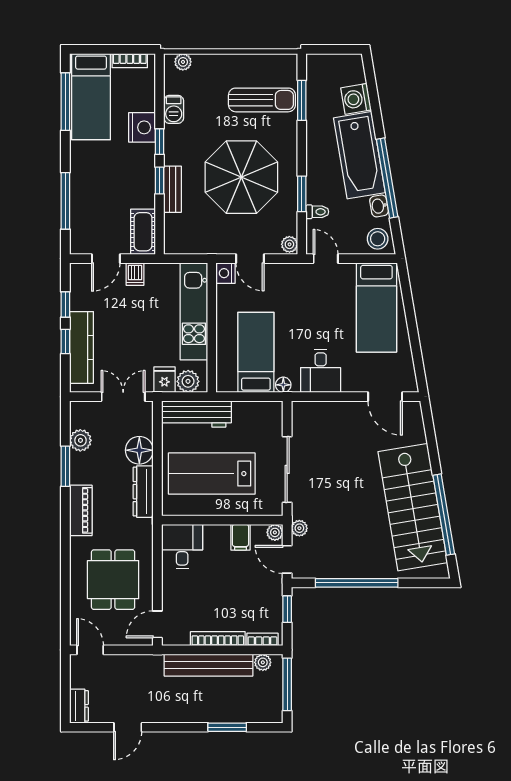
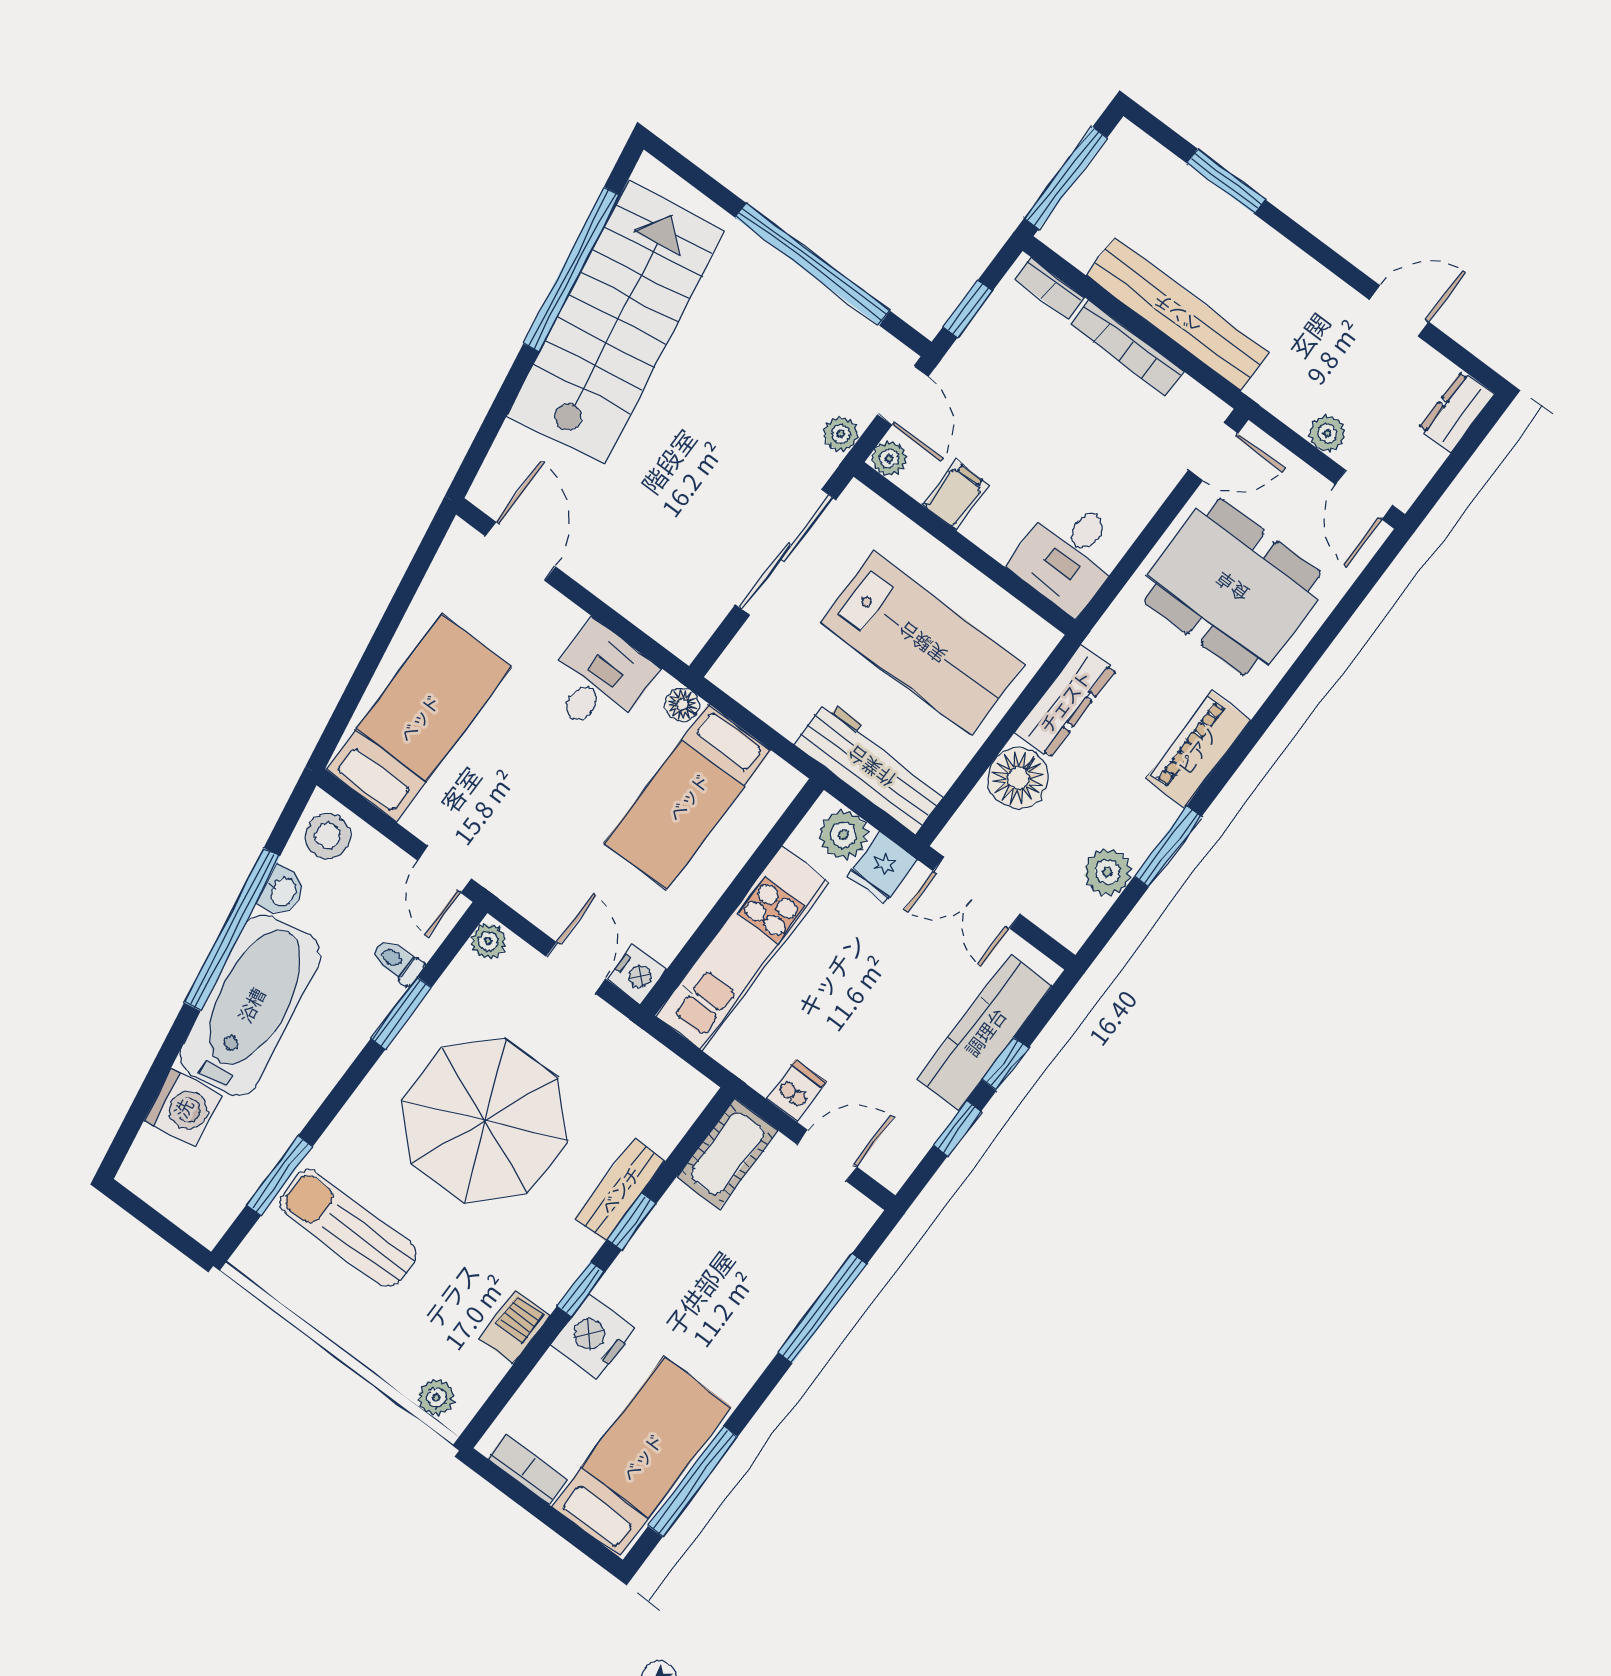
dining table: (113, 580) -> (1232, 587), width x1.38
plant: (263, 662) -> (1327, 433), moved

